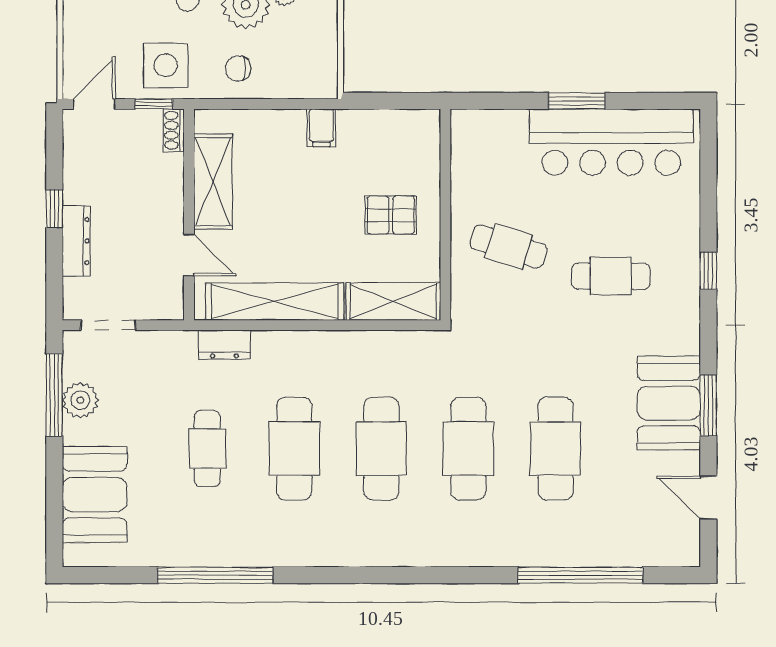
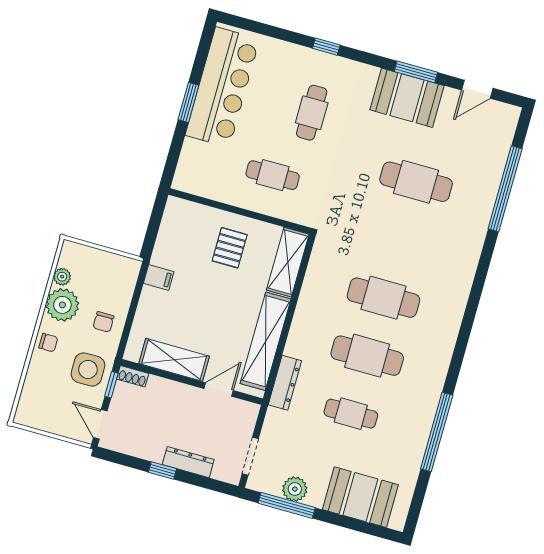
cafe table: (509, 246) -> (273, 175), turned 73
dresser: (224, 345) -> (285, 383), width x1.44
cafe table: (468, 449) -> (400, 240), removed

